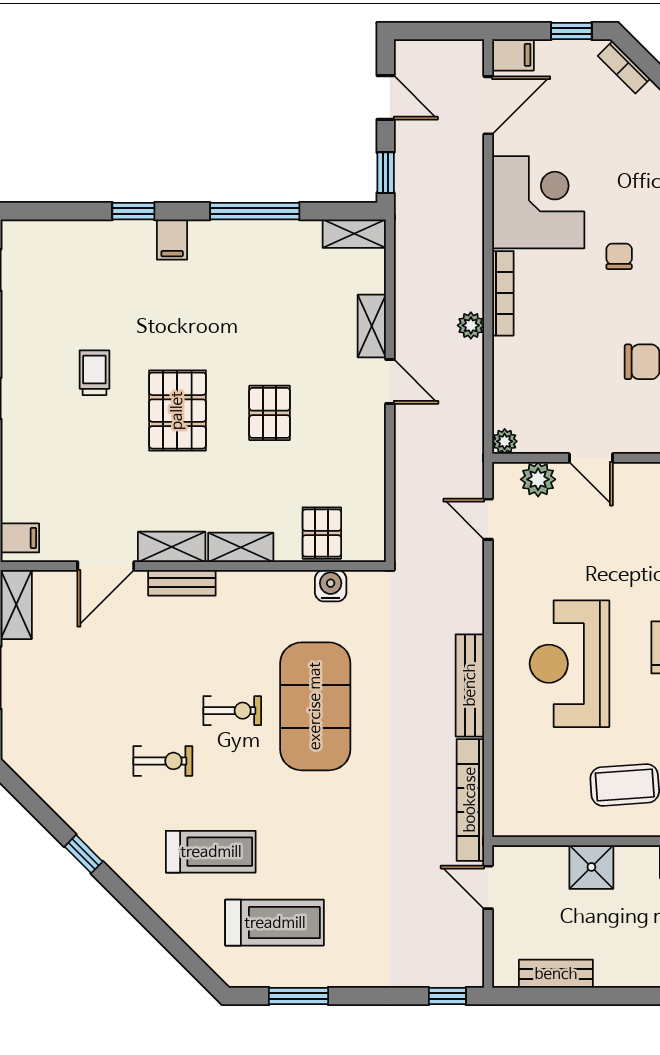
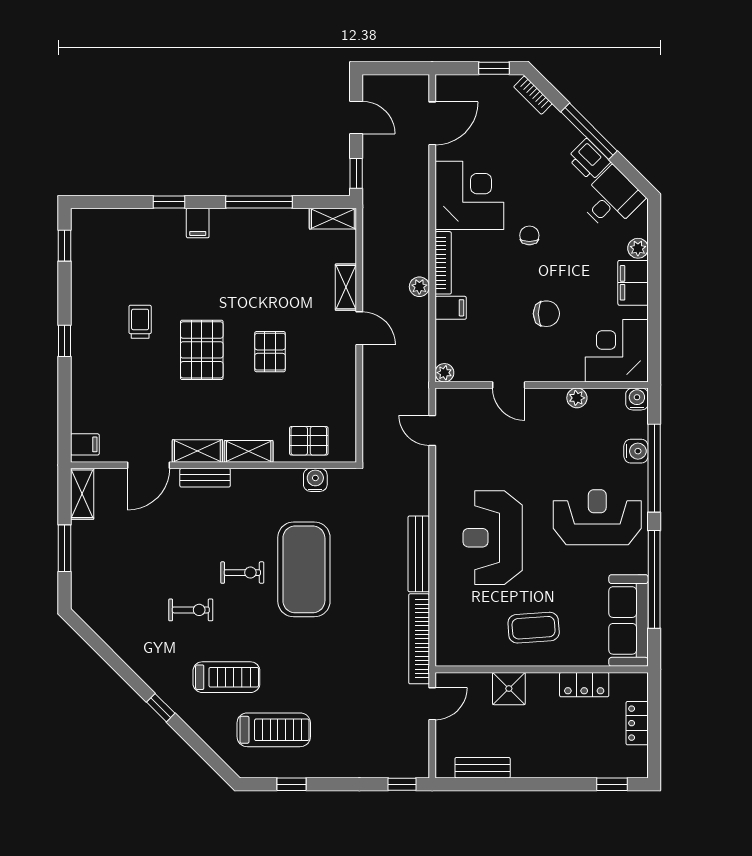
filing cabinet: (513, 55) -> (451, 308), moved
plant: (538, 479) -> (469, 401), removed
pallet: (322, 533) -> (309, 441), turned 90
window: (84, 854) -> (161, 708), moved
door: (488, 887) -> (432, 704), swing flipped
window: (299, 996) -> (292, 784), width x0.67

